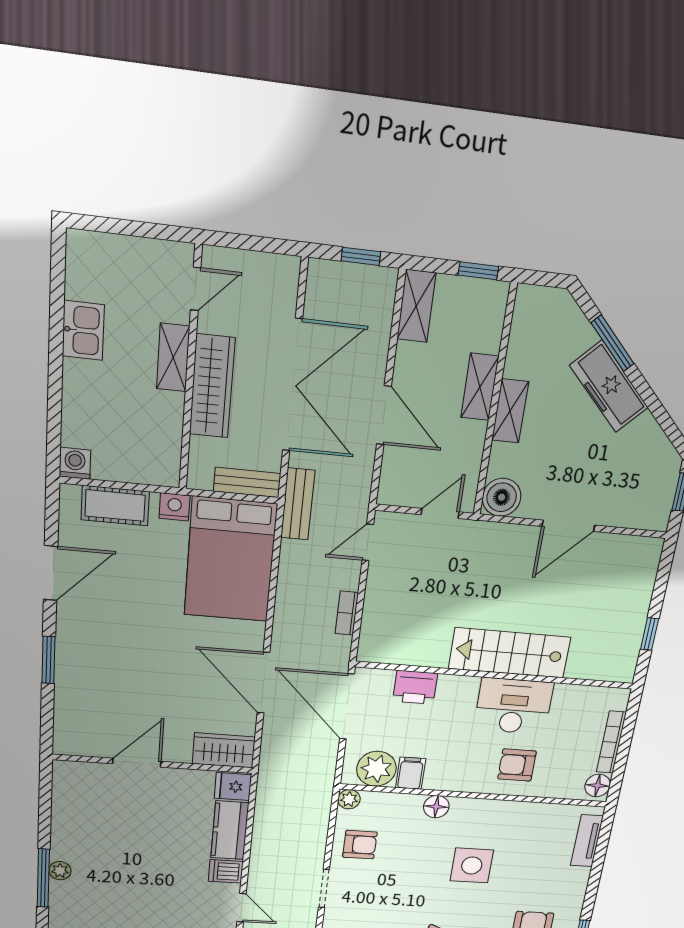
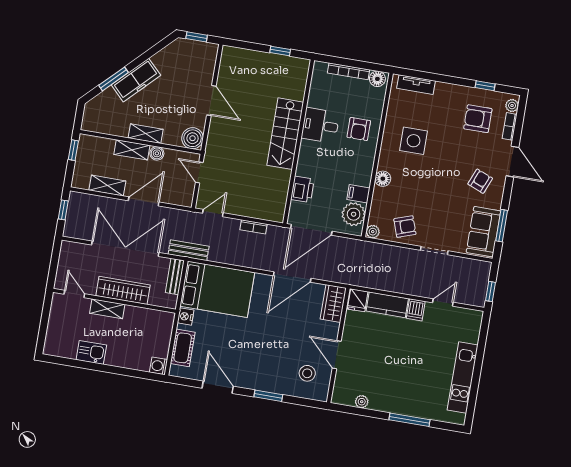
shelving: (416, 306) -> (107, 186), moved
boiler: (474, 434) -> (157, 153), added
door: (368, 542) -> (213, 213), swing flipped
desk: (513, 706) -> (320, 125), width x0.73
stool: (98, 720) -> (307, 373), added
armchair: (360, 845) -> (405, 227), turned 71
side table: (472, 865) -> (414, 141), moved
plant: (60, 871) -> (362, 402), moved

